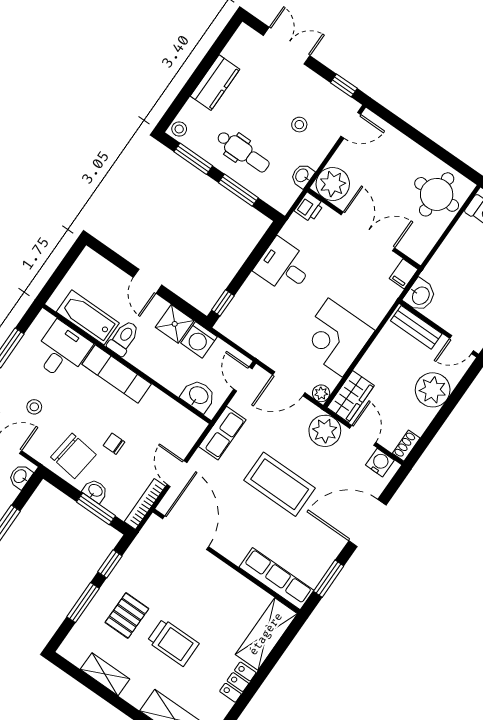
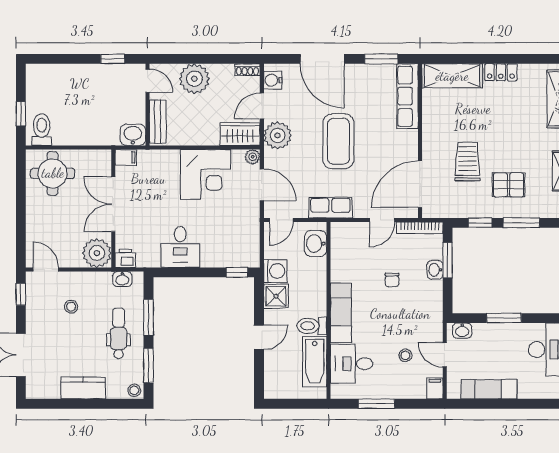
washbasin: (302, 176) -> (122, 279), moved
chair: (73, 456) -> (421, 303), removed
trolley: (173, 642) -> (467, 162), moved

